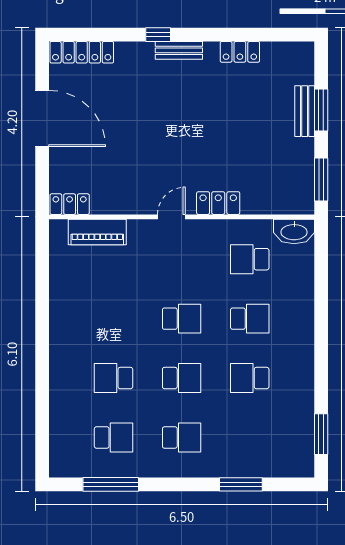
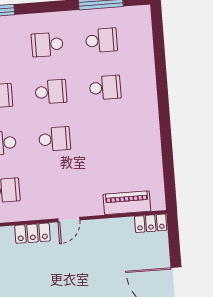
school desk: (182, 319) -> (55, 139), turned 180
school desk: (182, 378) -> (51, 92), turned 180
school desk: (114, 437) -> (101, 40), turned 180

